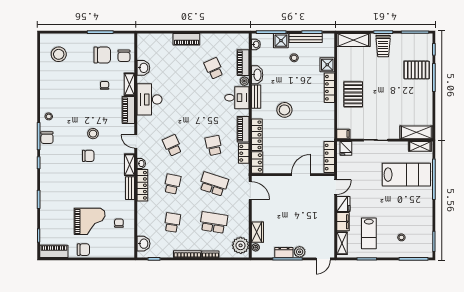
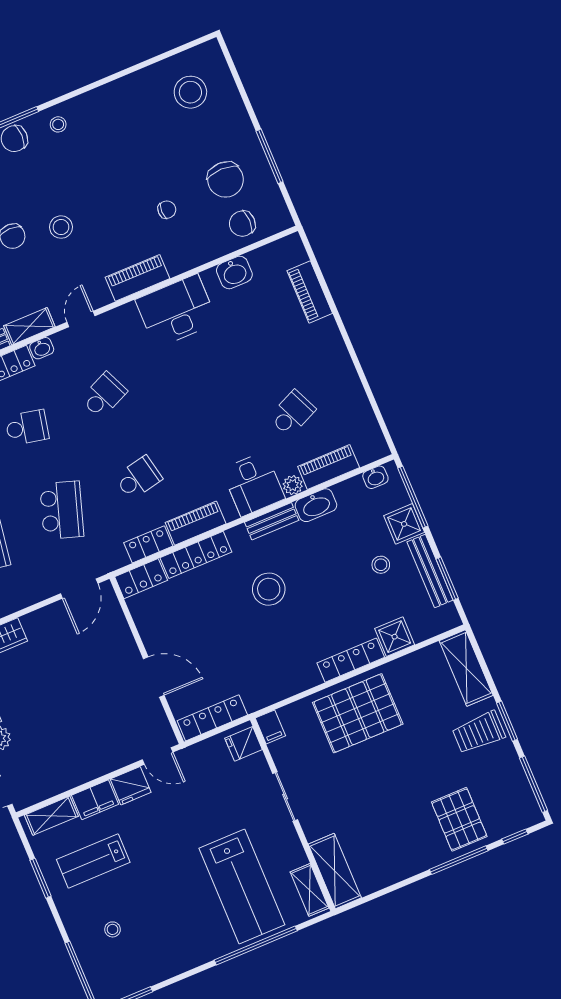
piano: (186, 39) -> (310, 292), moved
shelving: (129, 84) -> (190, 258), removed
pallet: (353, 94) -> (358, 713), width x1.37, depth x1.41

